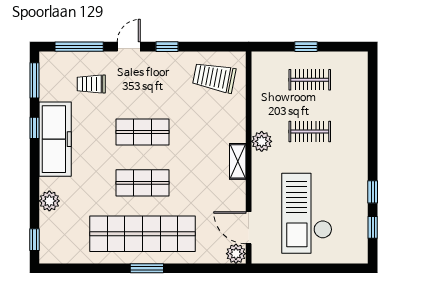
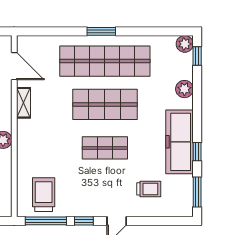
window: (79, 47) -> (46, 221), moved
trolley: (214, 77) -> (44, 195), turned -101
shelving: (238, 161) -> (24, 103), moved
shop shelf: (143, 183) -> (105, 104), width x1.43, depth x1.36
plant: (236, 254) -> (185, 44), moved

